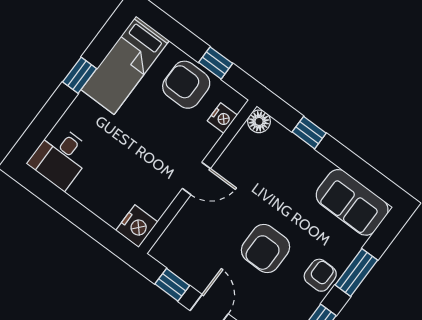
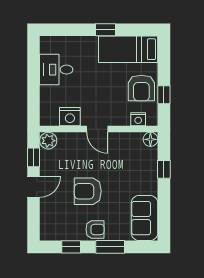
armchair: (186, 85) -> (141, 88), turned 180
desk: (60, 157) -> (56, 70), moved
nightstand: (137, 226) -> (70, 117), moved
plant: (165, 251) -> (48, 141), added

